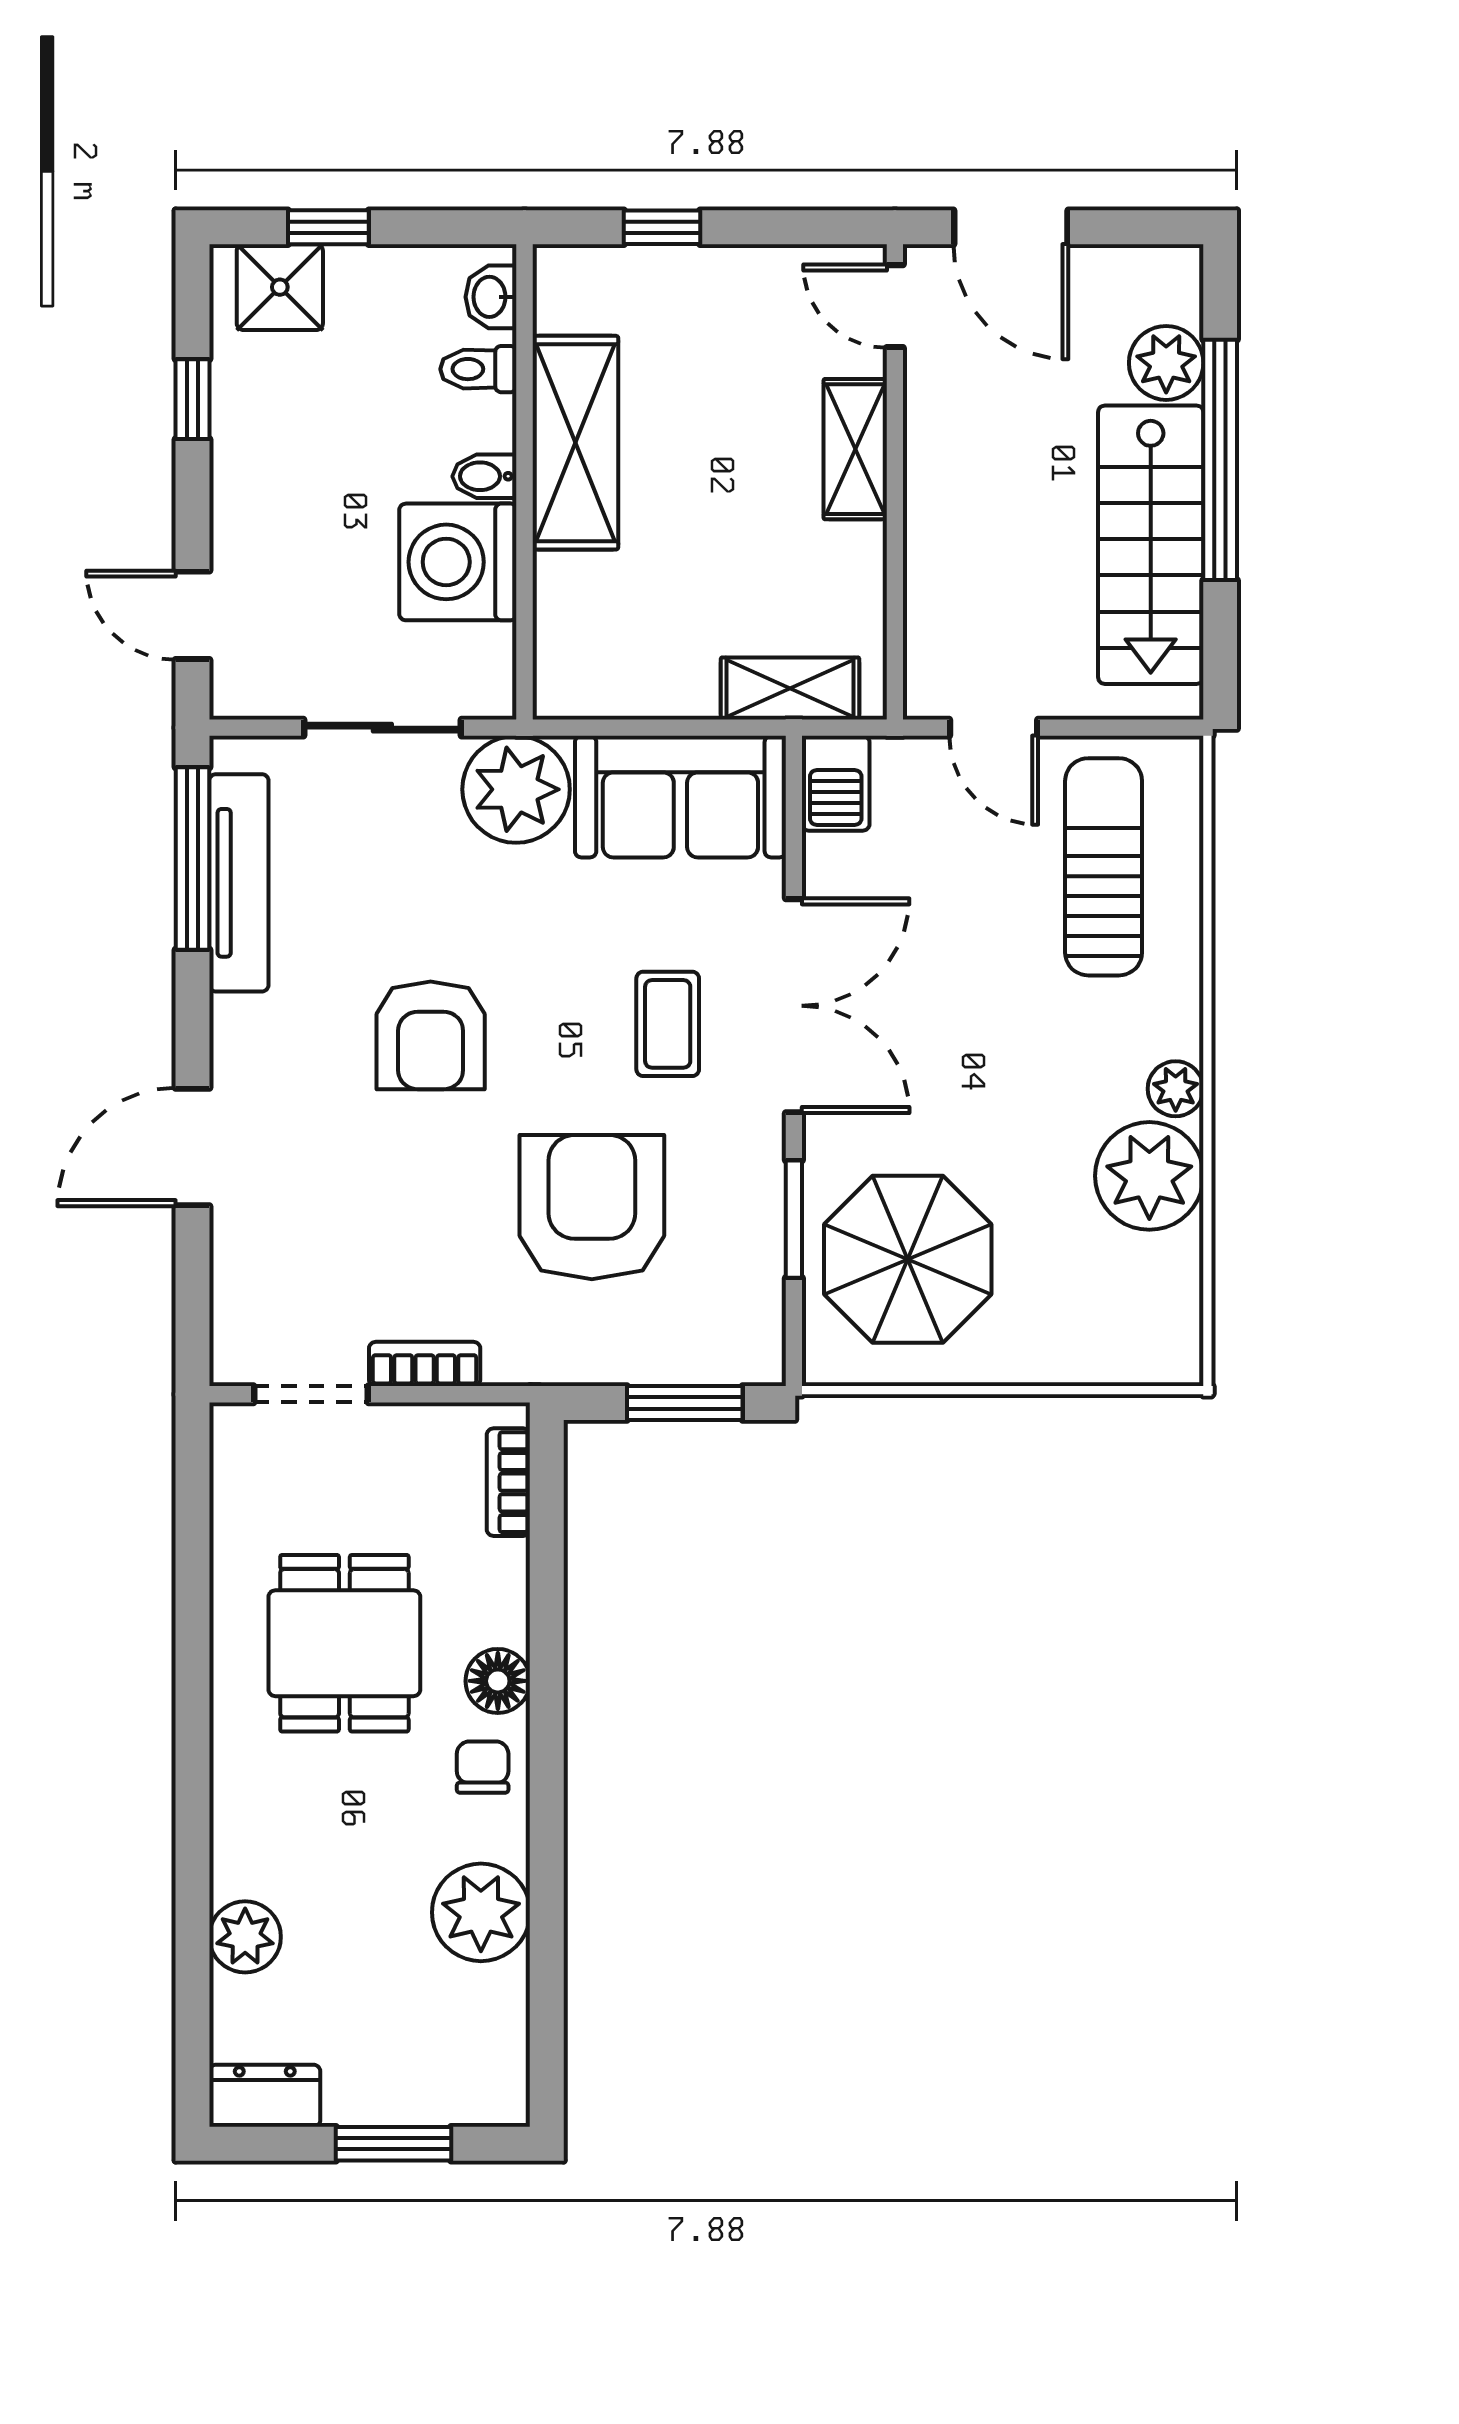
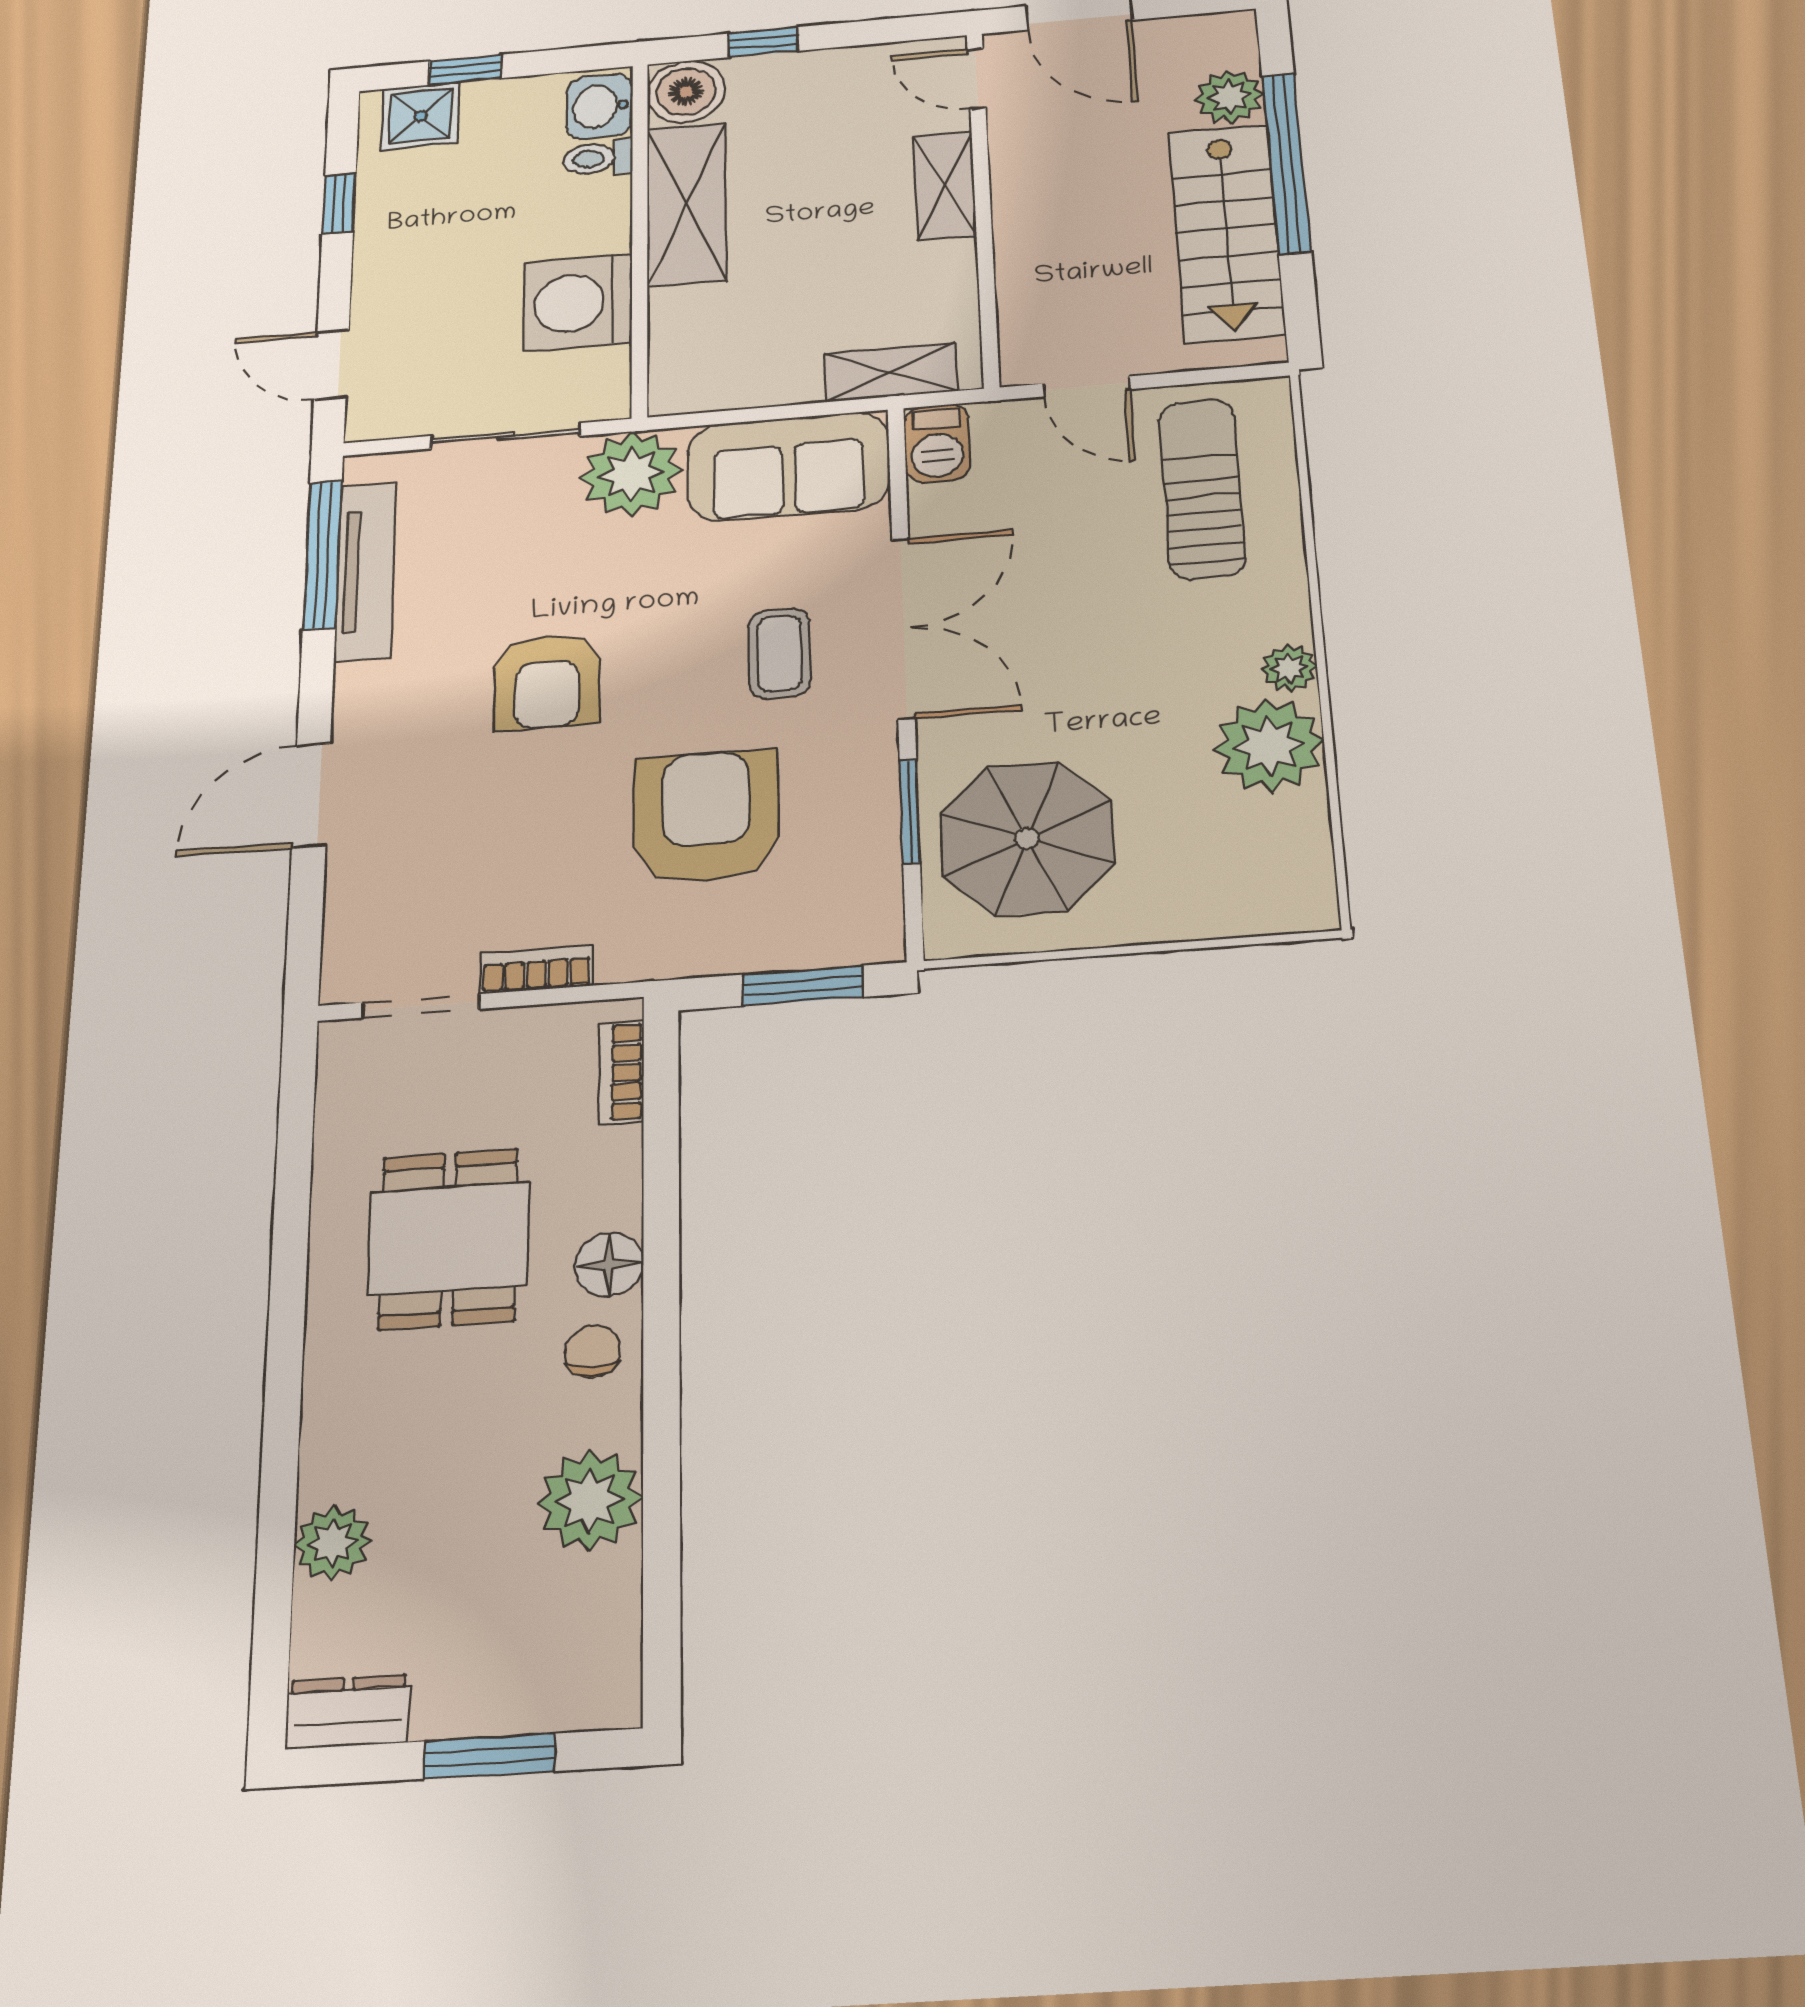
boiler: (576, 287) -> (686, 92), added
washbasin: (491, 297) -> (600, 106), width x1.38, depth x1.45
bidet: (484, 476) -> (603, 236), removed

